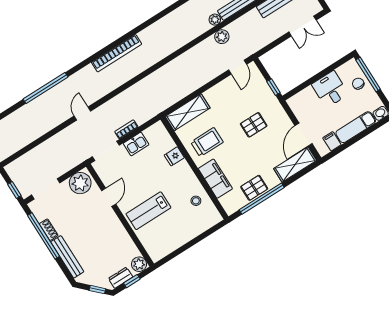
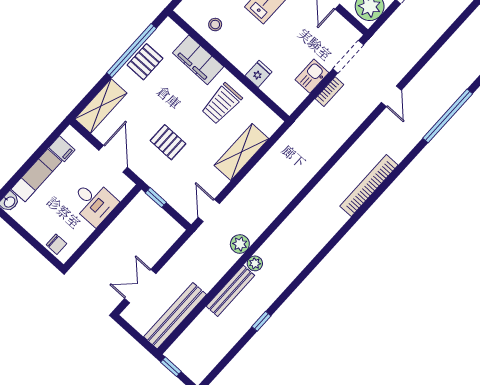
window: (368, 74) -> (39, 247), removed
chair: (358, 84) -> (56, 244), moved
desk: (330, 89) -> (94, 202), moved
shelving: (188, 112) -> (241, 152), moved
pallet: (254, 125) -> (168, 142), turned 90
door: (304, 135) -> (113, 159), moved

